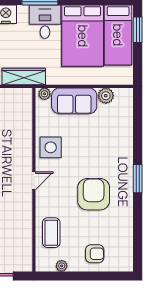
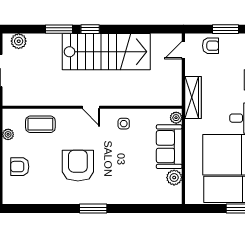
side table: (51, 147) -> (124, 124), width x0.54, depth x0.54
armchair: (94, 194) -> (78, 166), turned -90
armchair: (95, 254) -> (20, 167), turned 90

